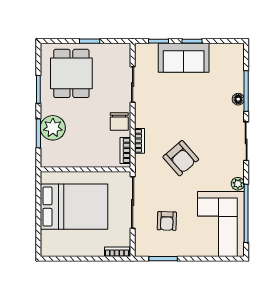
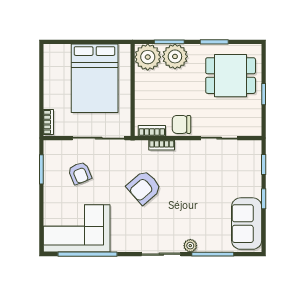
sofa: (184, 58) -> (247, 224), moved
floor lamp: (238, 99) -> (204, 246), removed
plant: (53, 154) -> (148, 57), added
plant: (238, 184) -> (190, 246), moved
armchair: (167, 221) -> (80, 173), turned -114

